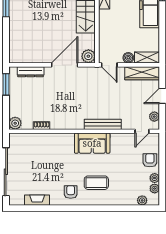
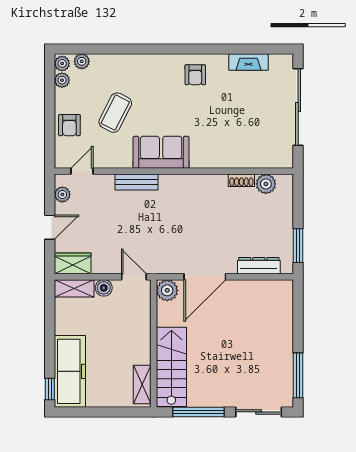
wardrobe: (142, 73) -> (73, 263), width x0.67
plant: (15, 123) -> (266, 184), moved
bench: (103, 124) -> (137, 182), width x0.73
plant: (155, 178) -> (62, 63), moved
coffee table: (96, 183) -> (115, 113), moved, turned -63

